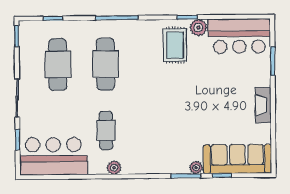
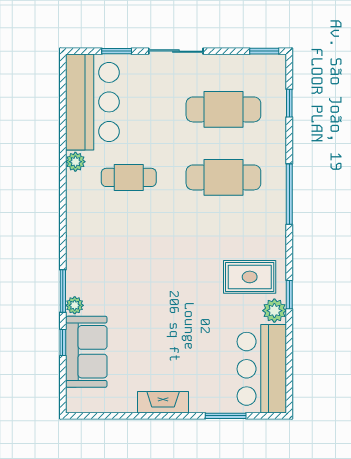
sofa: (237, 159) -> (86, 352), width x0.73
plant: (114, 168) -> (75, 162), moved

